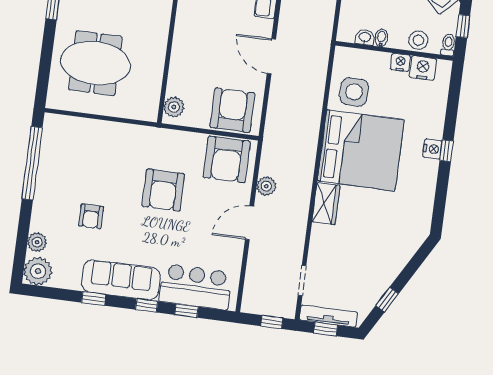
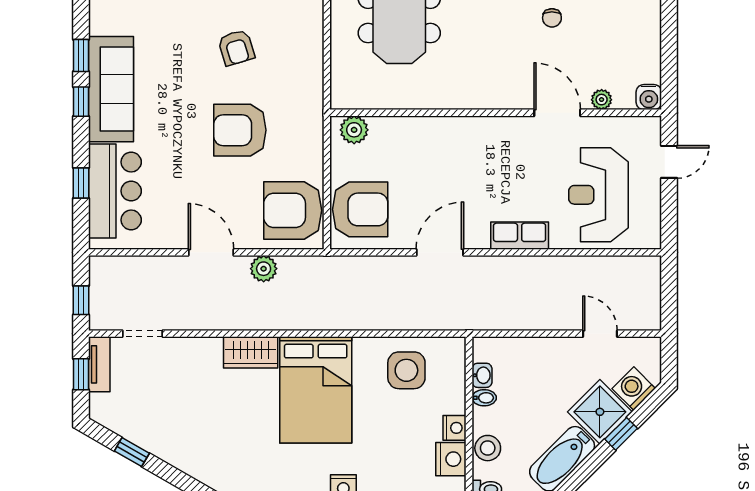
bed: (361, 150) -> (316, 390), width x0.73
armchair: (91, 216) -> (236, 48), moved, turned -107
window: (147, 305) -> (81, 102), moved
tv unit: (328, 316) -> (99, 364), width x0.71

